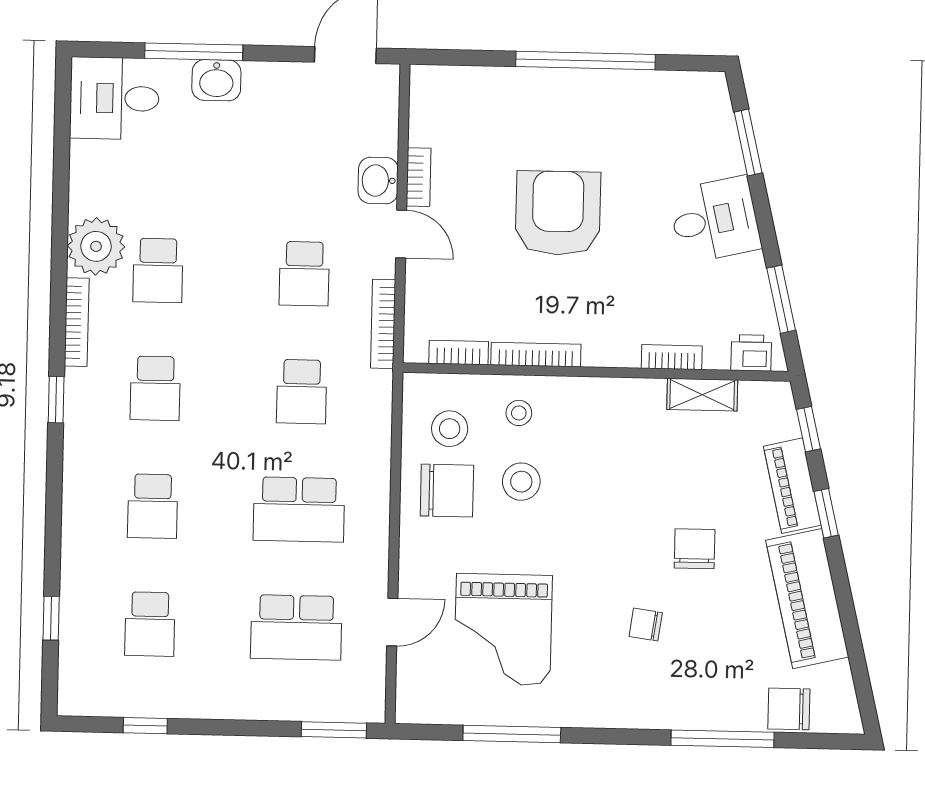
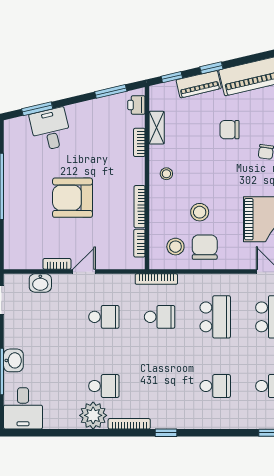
washbasin: (378, 181) -> (40, 283), moved
desk: (715, 220) -> (50, 129), moved
bookcase: (383, 324) -> (156, 279), moved
school desk: (155, 388) -> (160, 386), removed
stool: (519, 413) -> (166, 174), moved

